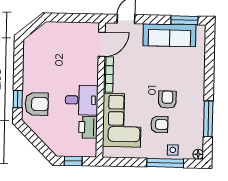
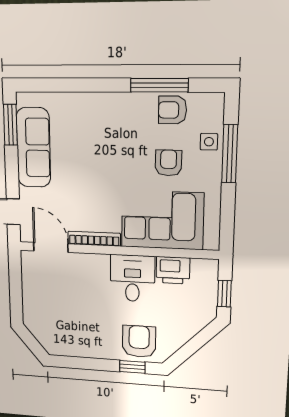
armchair: (167, 100) -> (172, 110), moved
floor lamp: (198, 154) -> (216, 101), removed

